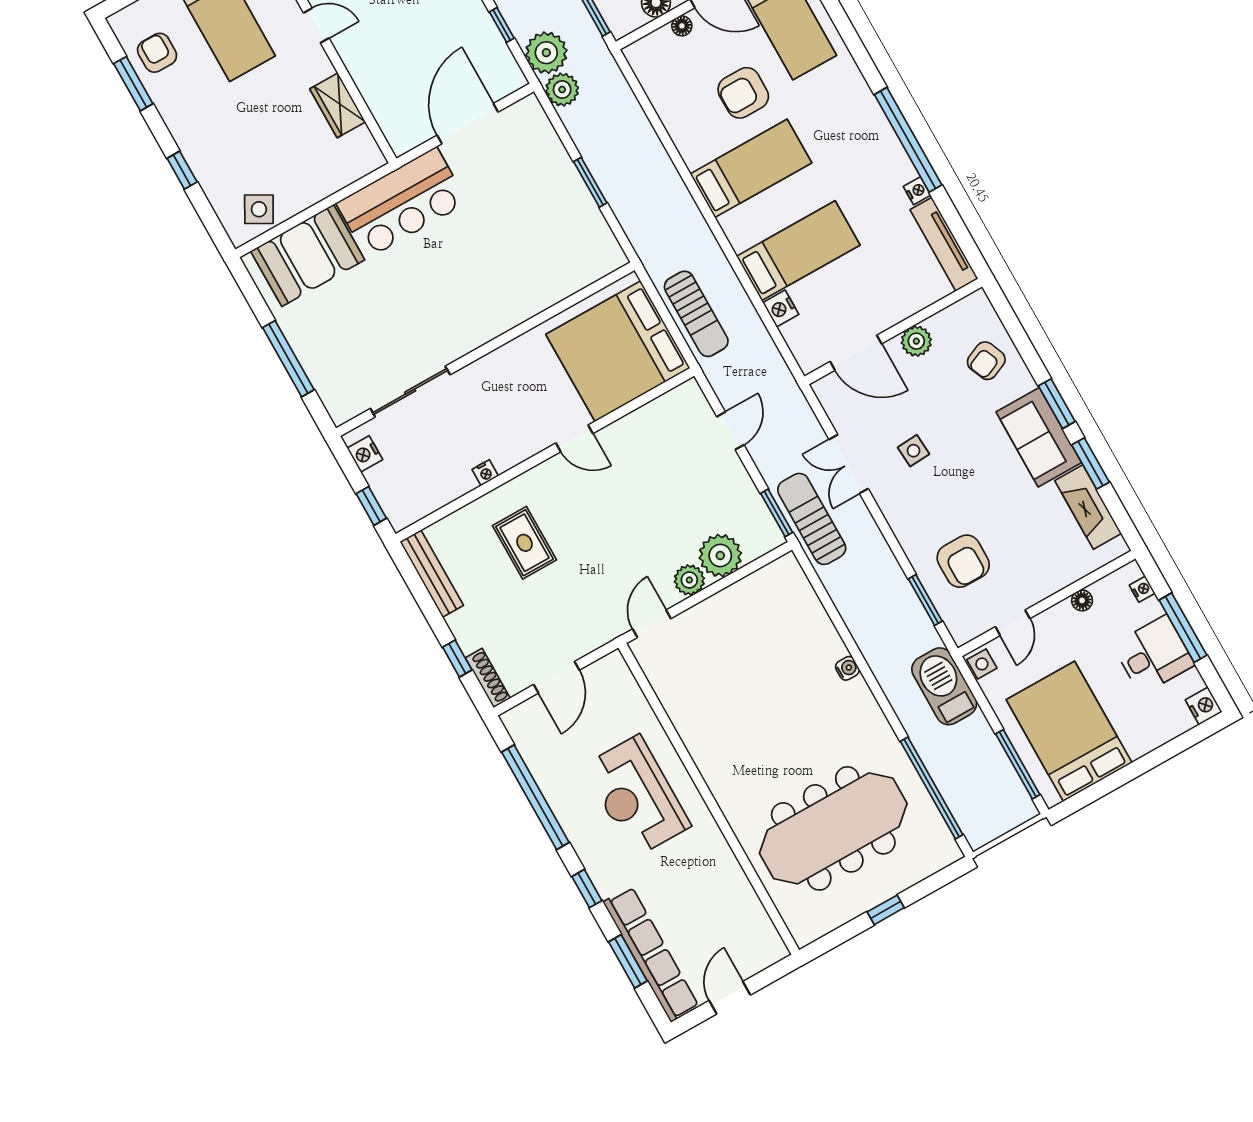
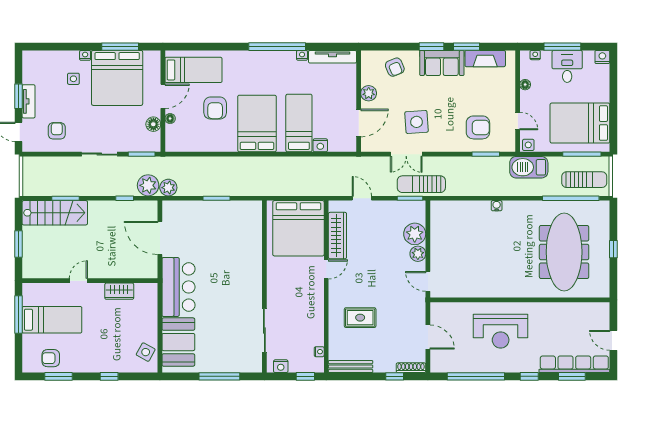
bed: (751, 168) -> (257, 123), width x1.50
sun lounger: (696, 314) -> (584, 180), moved
wardrobe: (643, 425) -> (337, 236), added
side table: (914, 451) -> (417, 122), width x1.87, depth x1.87
nightstand: (485, 473) -> (319, 352), moved

